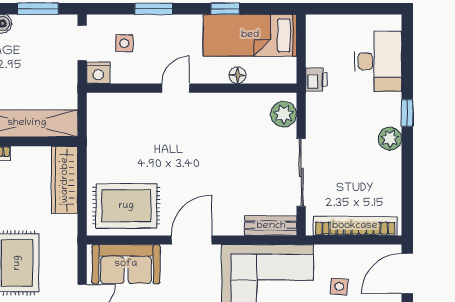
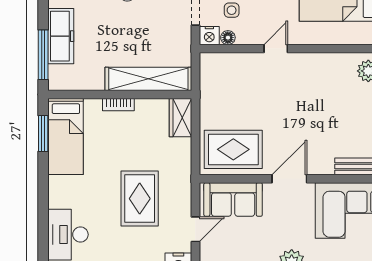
floor lamp: (237, 75) -> (228, 38), moved
wardrobe: (65, 180) -> (180, 118), width x0.67

